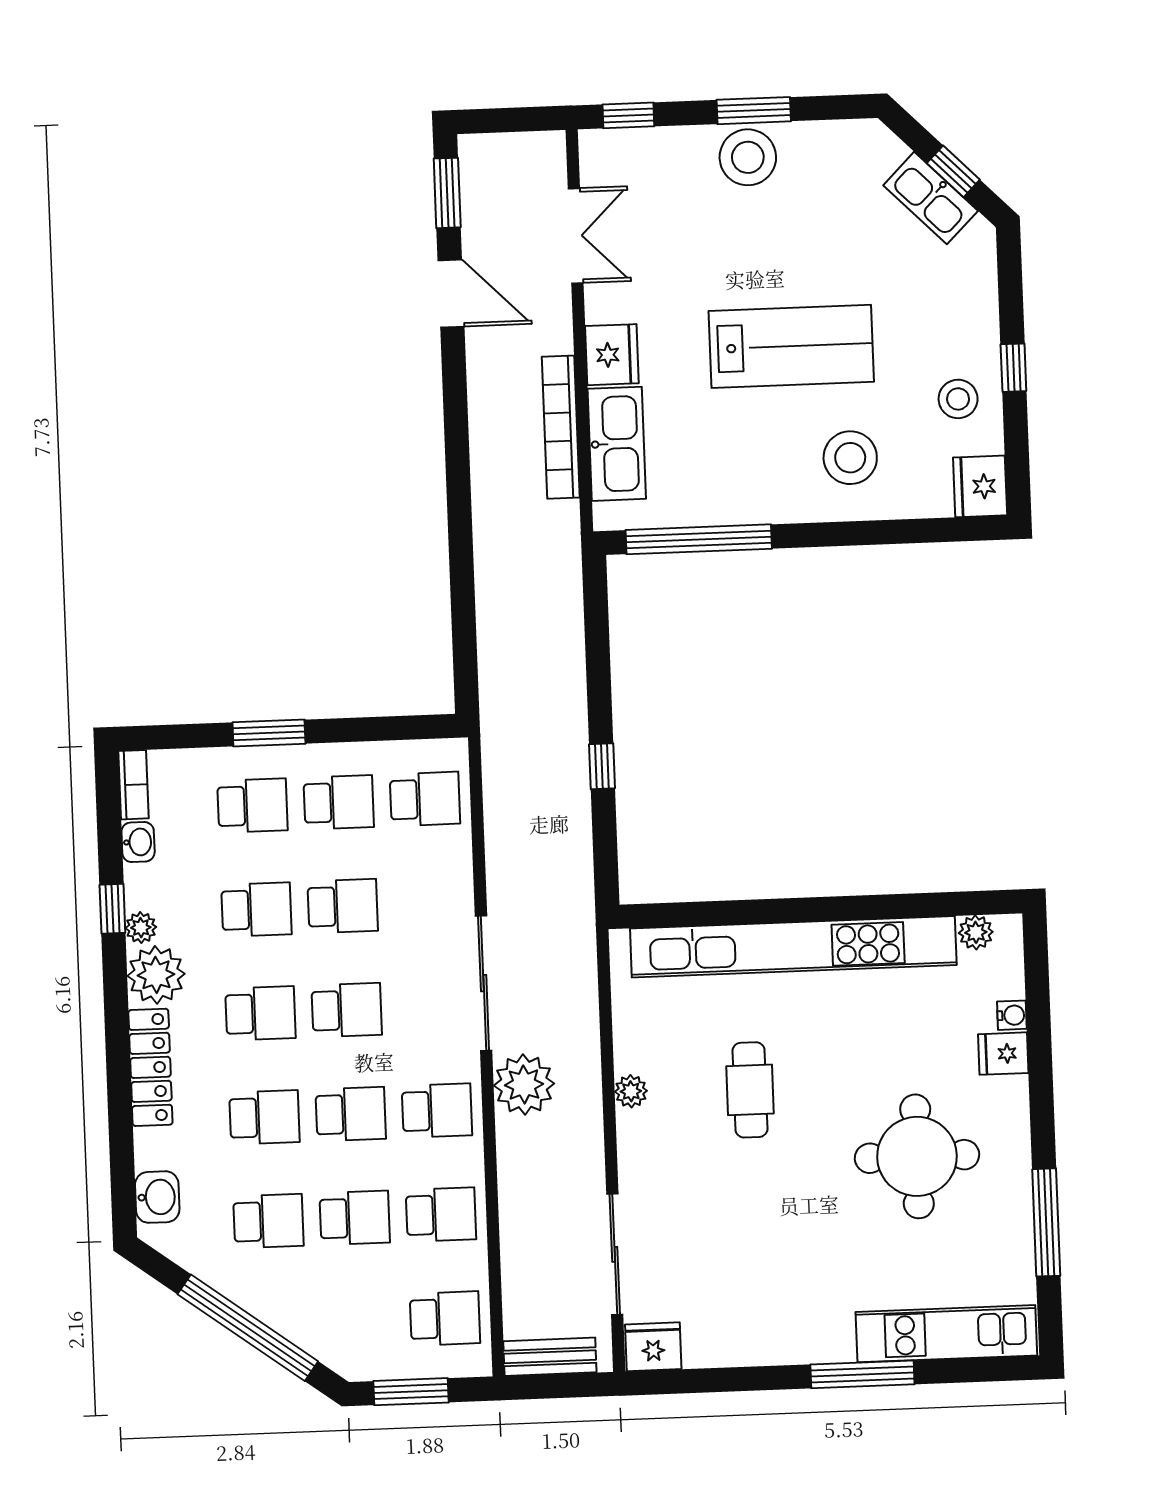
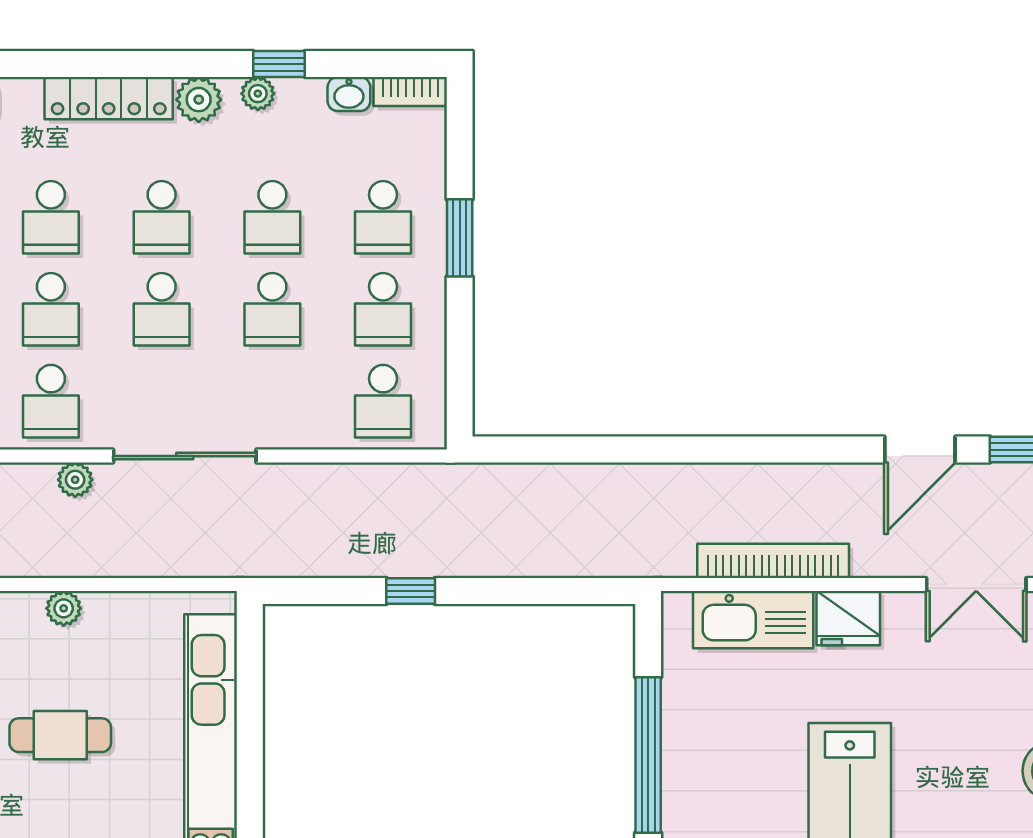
window: (699, 539) -> (648, 755), moved
plant: (156, 975) -> (199, 100), width x0.73, depth x0.73
plant: (524, 1085) -> (75, 480), width x0.53, depth x0.53

